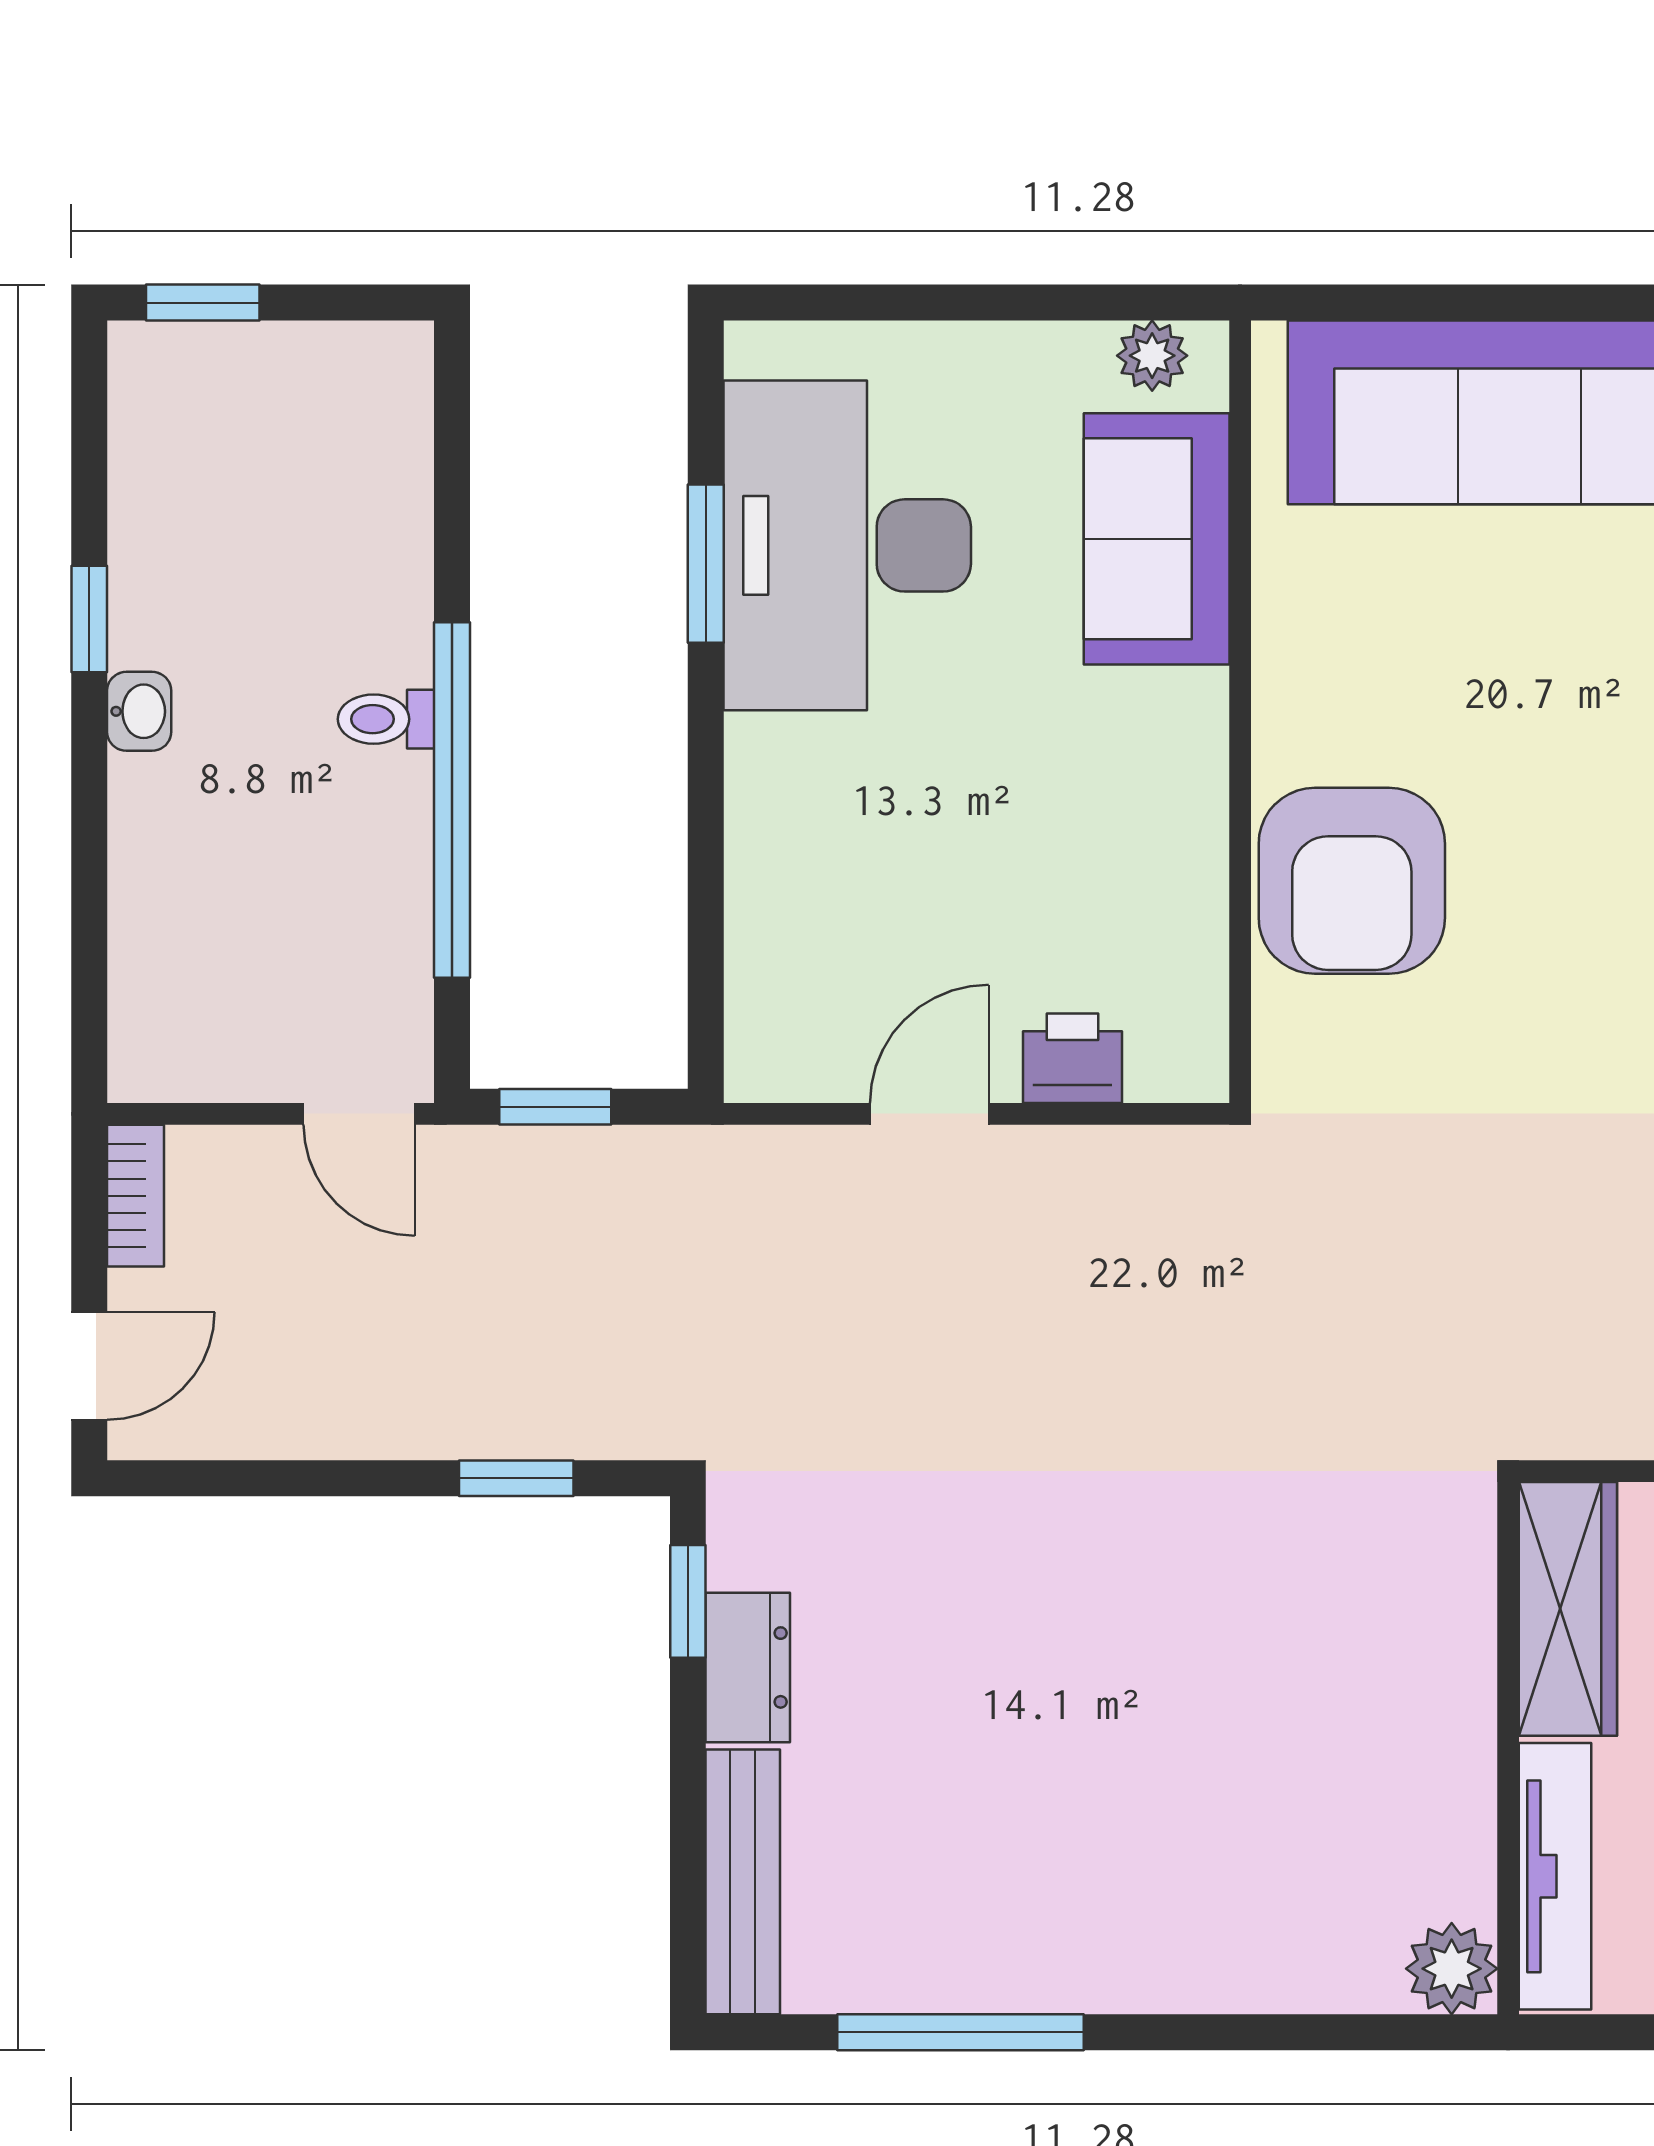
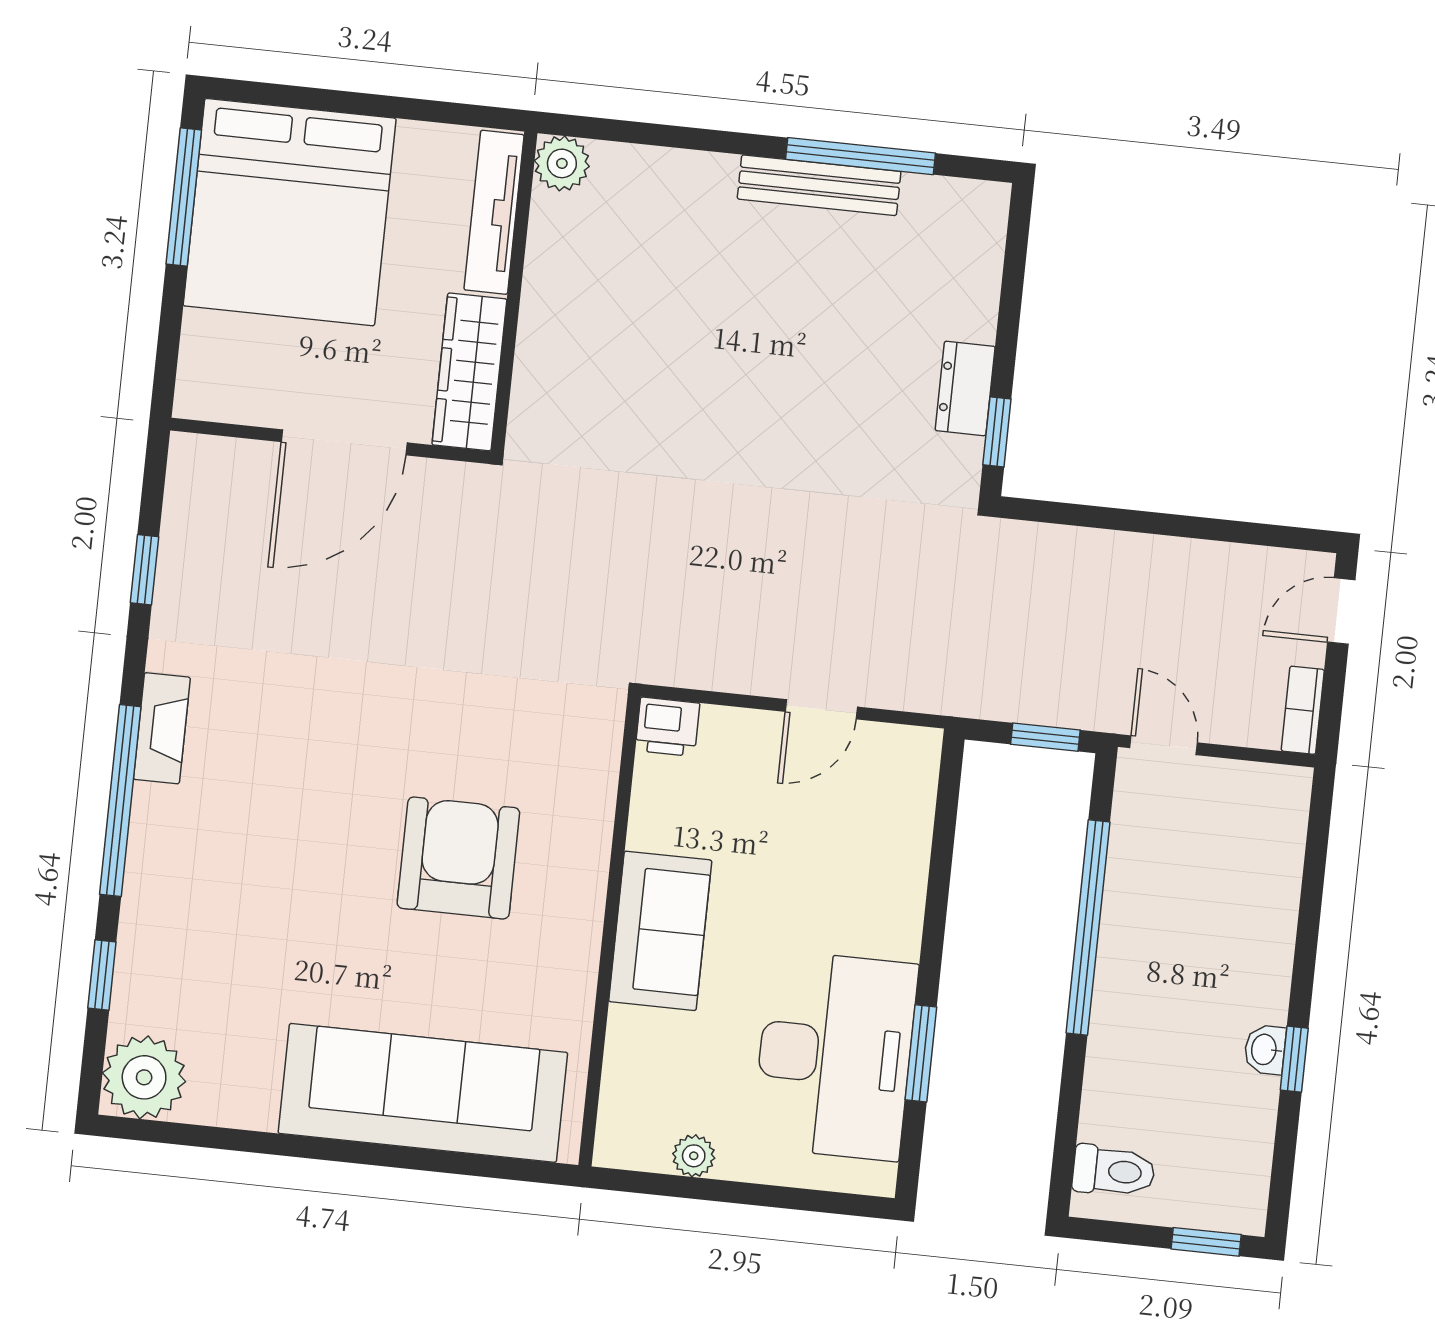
plant: (1152, 356) -> (694, 1156), moved
sofa: (1157, 539) -> (660, 931), moved
washbasin: (139, 711) -> (1265, 1050), moved
toilet: (386, 719) -> (1114, 1171), moved, width x1.37, depth x1.39
armchair: (1352, 881) -> (458, 858), moved
printer: (1072, 1058) -> (667, 727), moved
window: (516, 1478) -> (1092, 517), removed
bench: (743, 1882) -> (819, 185), moved, turned 90

